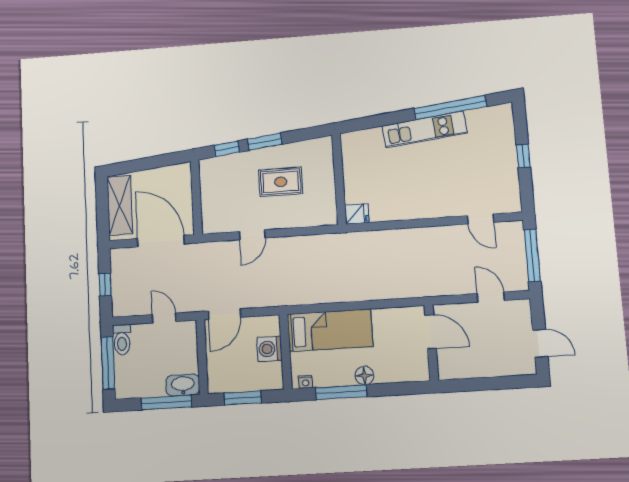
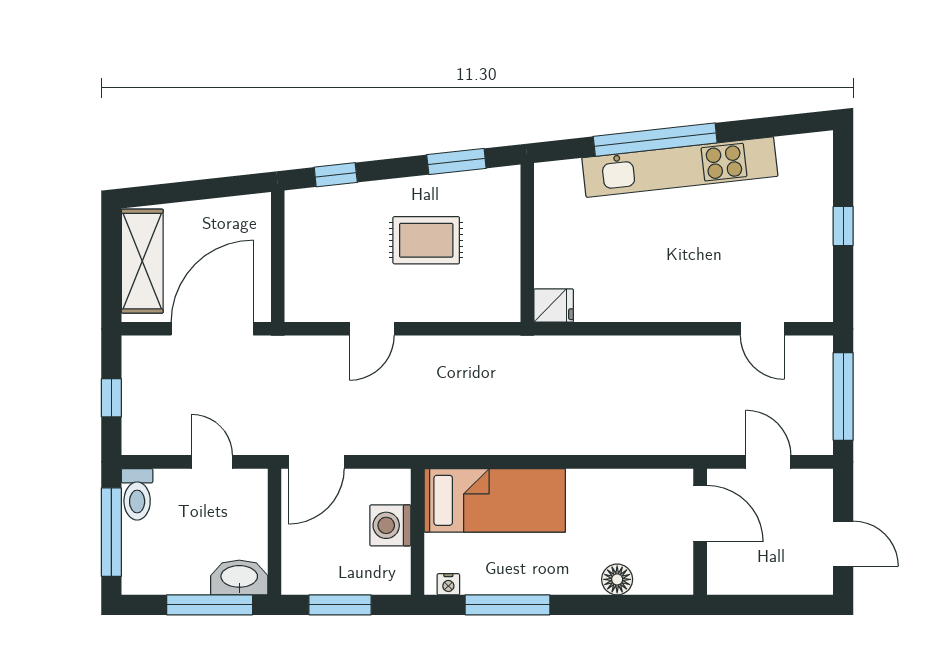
window: (450, 107) -> (655, 140), moved
kitchen unit: (424, 129) -> (680, 167), width x1.36
window: (265, 142) -> (456, 162), moved
door: (161, 241) -> (212, 329), hinge flipped
door: (431, 332) -> (700, 514), moved
wall: (431, 343) -> (700, 532), moved
floor lamp: (364, 375) -> (617, 579), moved

